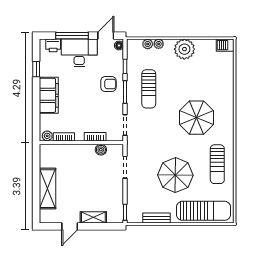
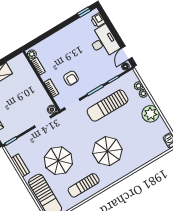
window: (72, 36) -> (112, 29), removed
door: (106, 36) -> (127, 53), swing flipped
window: (36, 69) -> (84, 12), moved
armchair: (108, 84) -> (71, 78), moved
sun lounger: (149, 89) -> (108, 106), width x1.36, depth x1.34
filing cabinet: (49, 95) -> (61, 38), removed
boiler: (101, 150) -> (52, 110), moved

